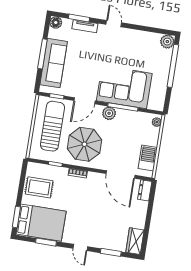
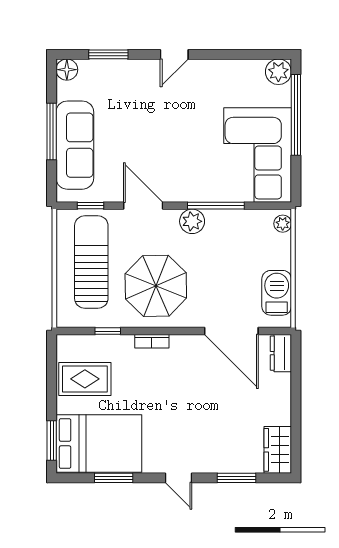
door: (114, 24) -> (174, 54), swing flipped
tv unit: (85, 26) -> (122, 68), removed
corner sofa: (124, 87) -> (258, 155), moved, turned -90
door: (84, 101) -> (143, 206), swing flipped

